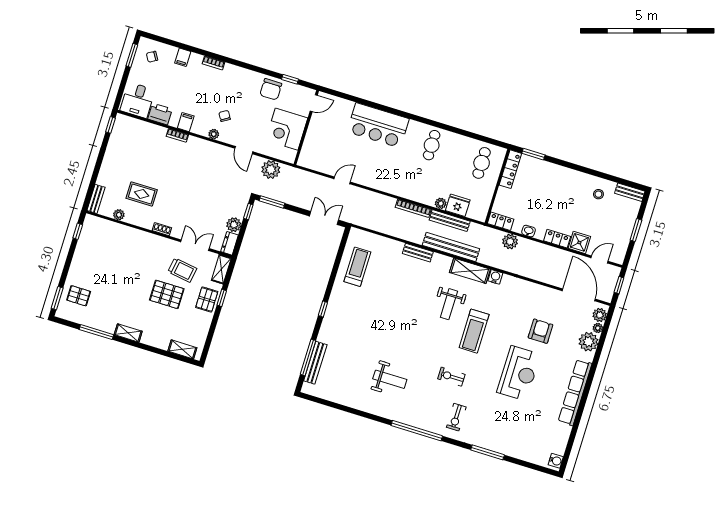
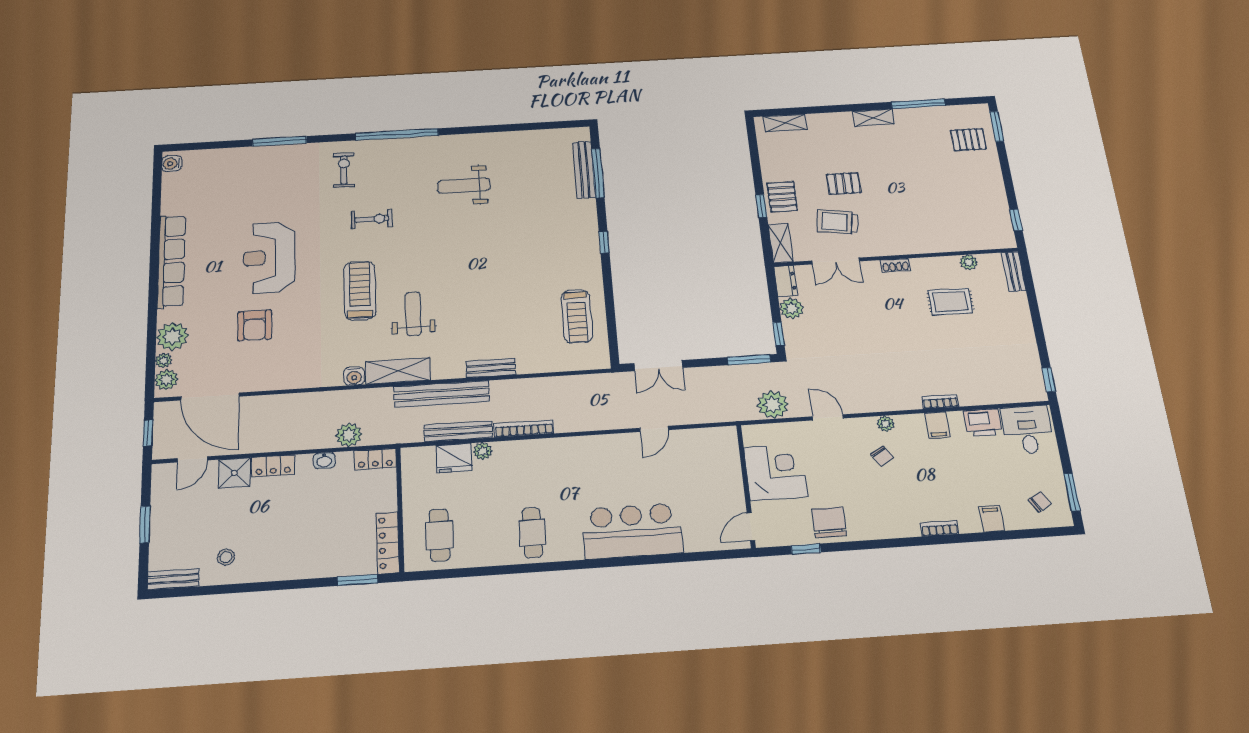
pallet: (167, 294) -> (844, 184), width x0.67, depth x0.71

